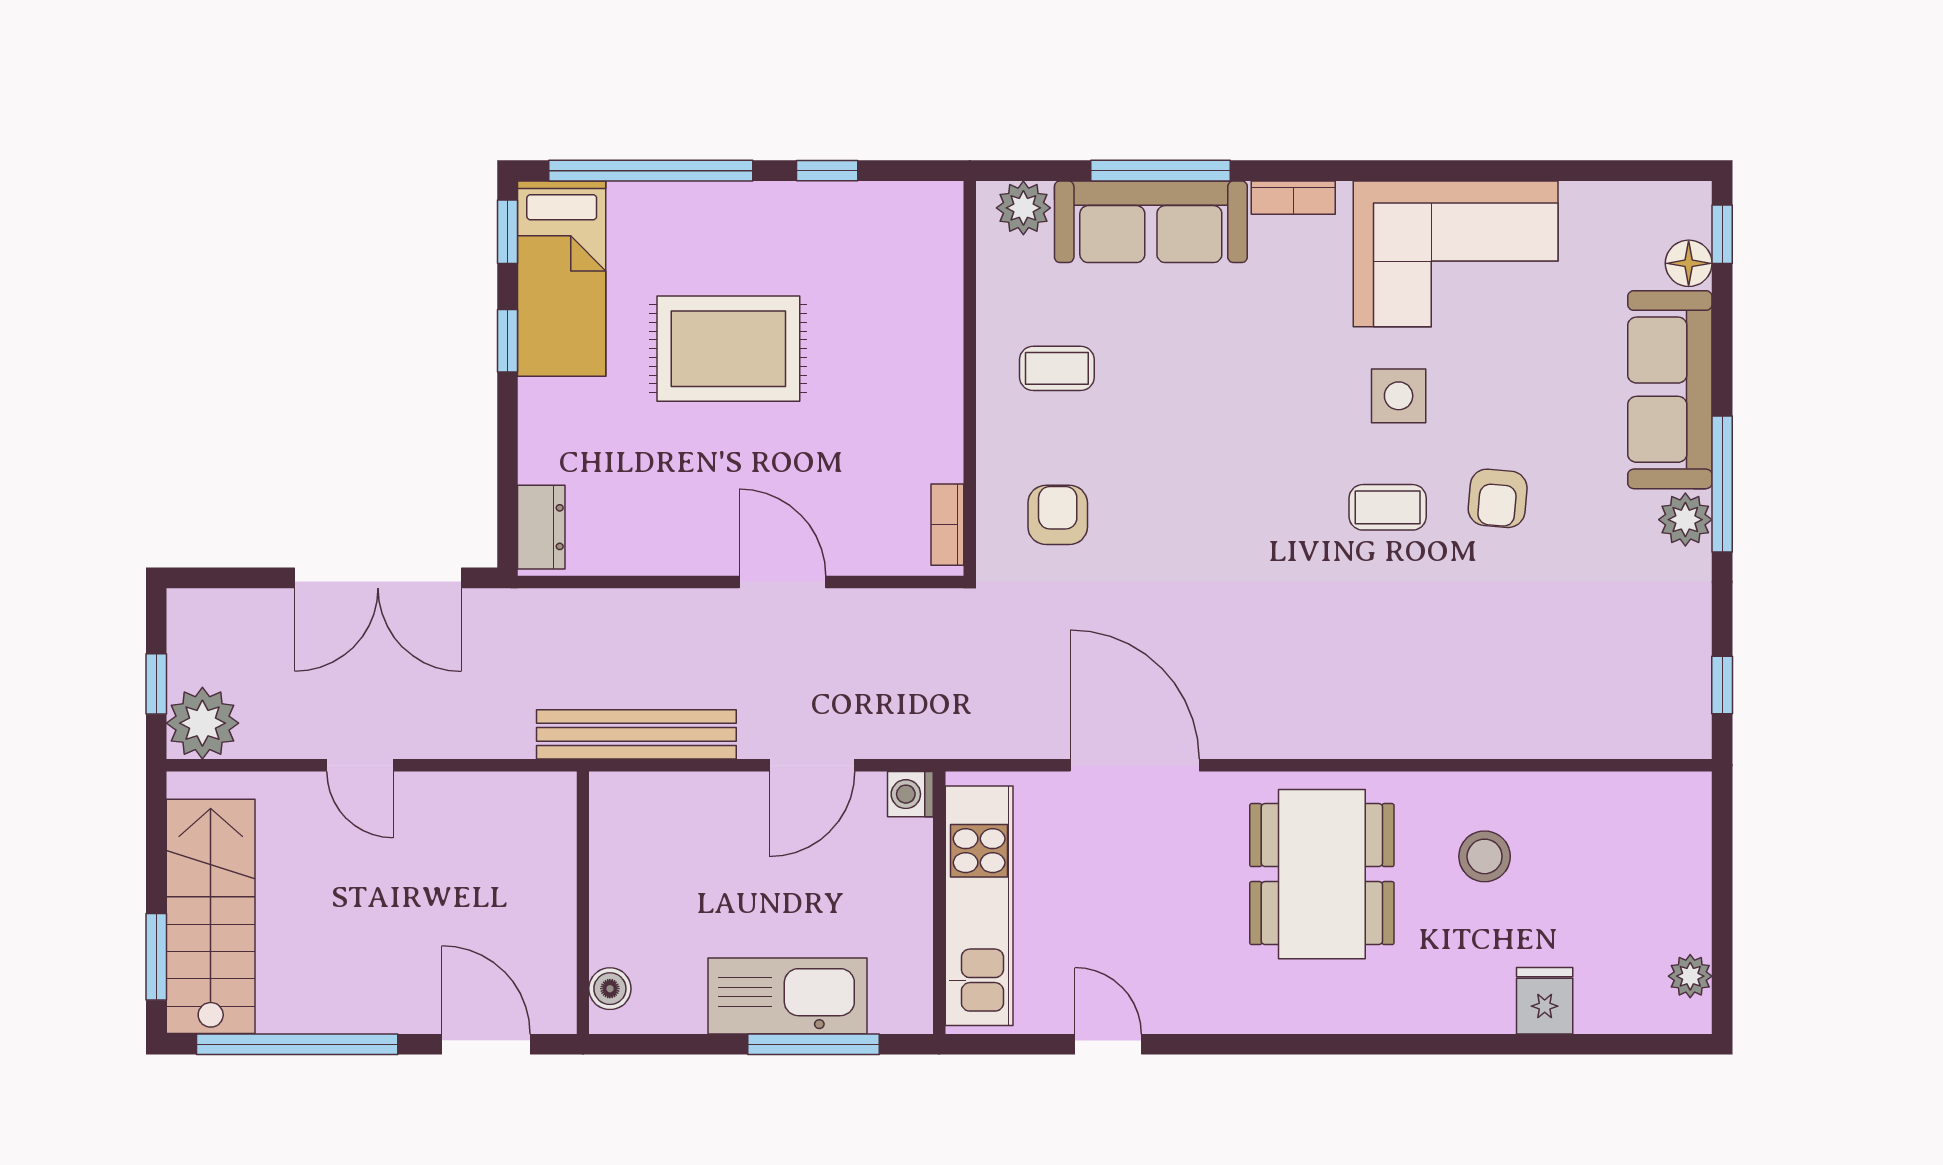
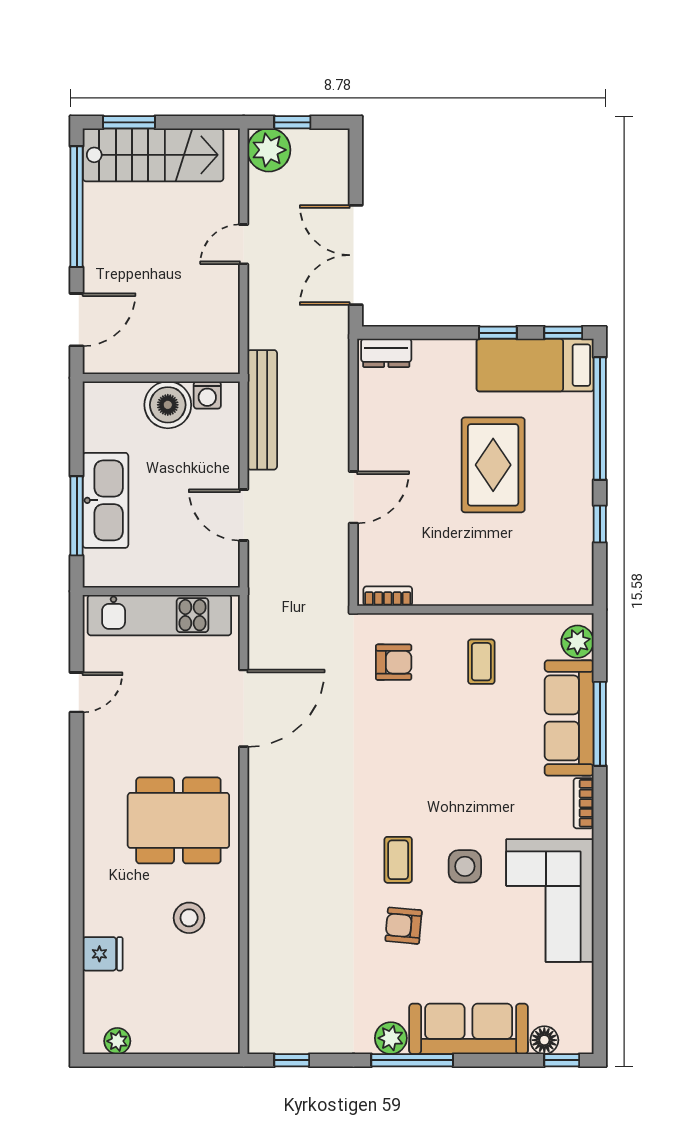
washing machine: (910, 794) -> (207, 395), moved, turned 180
boiler: (610, 989) -> (168, 405), moved, width x1.86, depth x1.86

